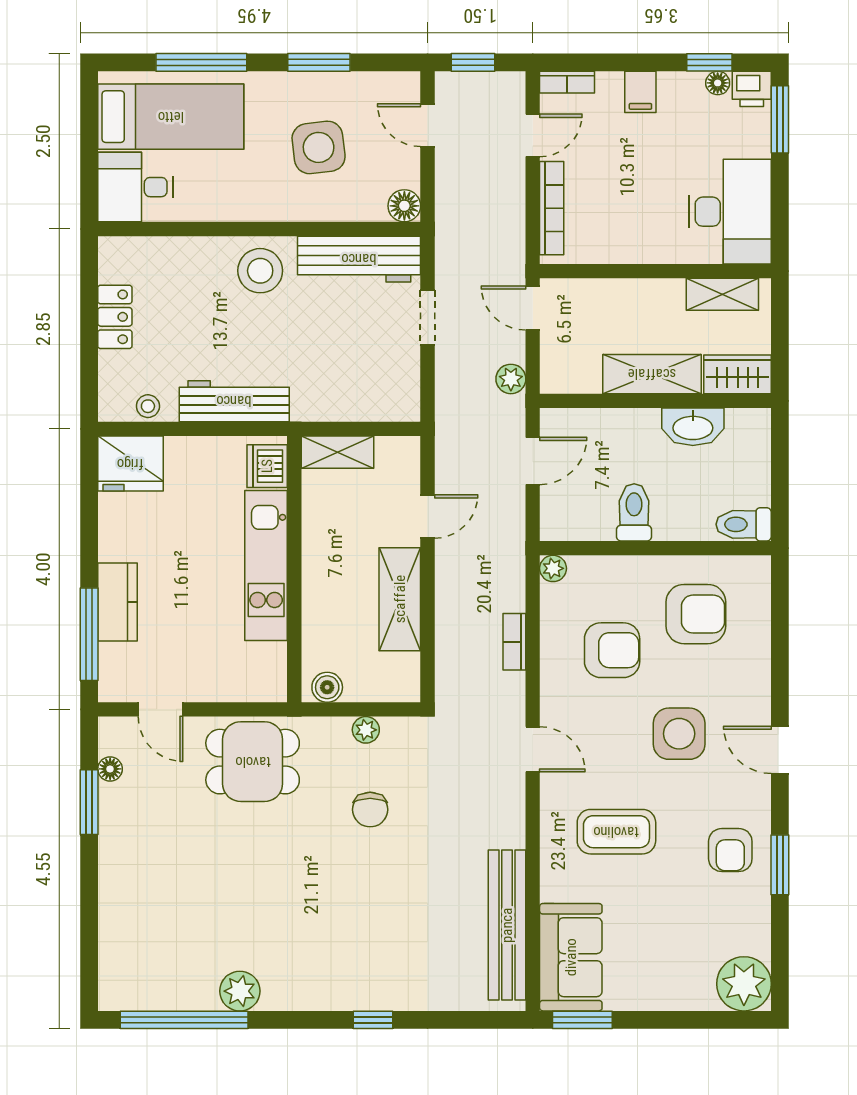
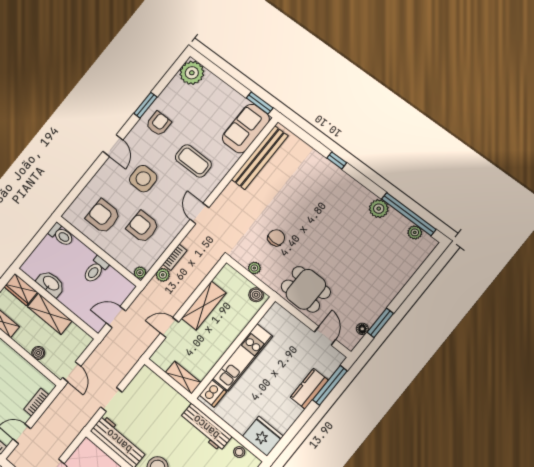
floor lamp: (404, 206) -> (87, 447), removed
bookcase: (552, 208) -> (36, 402), width x0.64
boiler: (617, 292) -> (38, 353), added
plant: (511, 379) -> (163, 275), moved
plant: (151, 996) -> (415, 232), added

